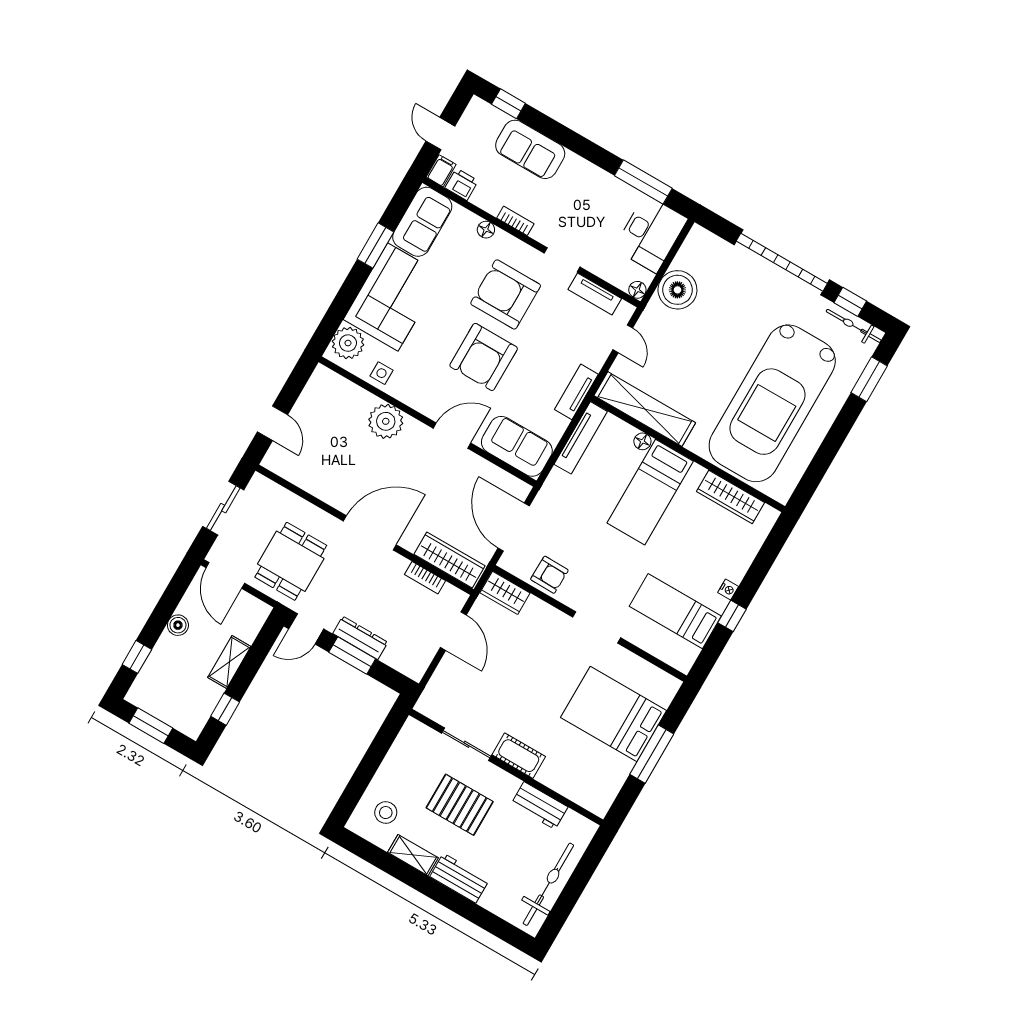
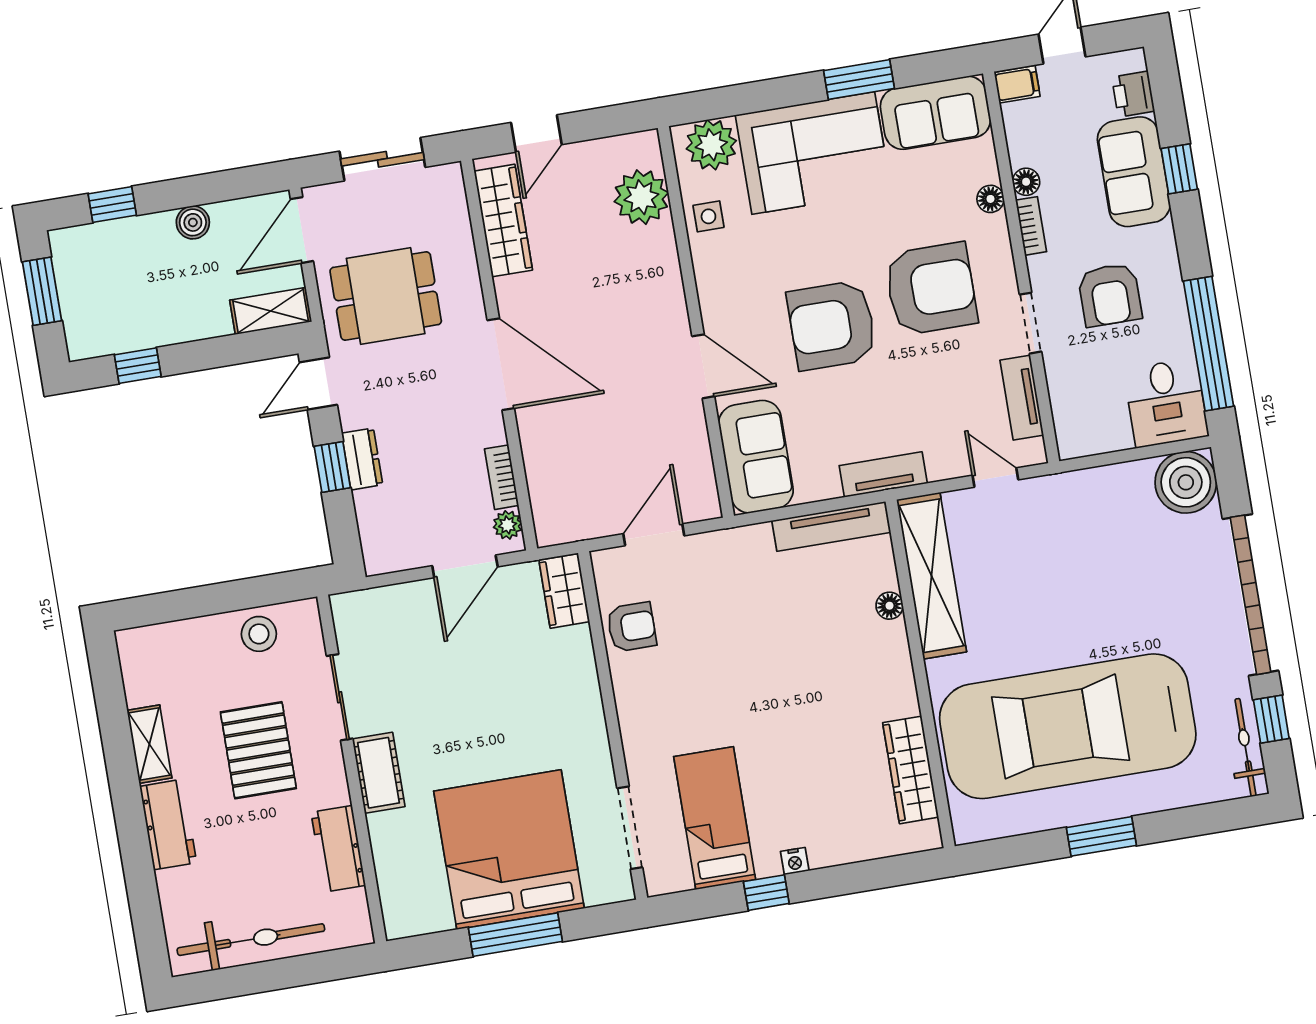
window: (508, 104) -> (1179, 169), moved
window: (643, 182) -> (1208, 344), width x1.46
printer: (462, 184) -> (1133, 94), moved, turned 180
armchair: (580, 210) -> (1110, 295), added
desk: (651, 234) -> (1166, 403), width x0.73
floor lamp: (637, 290) -> (1026, 182), moved
boiler: (677, 290) -> (1186, 482), moved
armchair: (506, 294) -> (931, 289), turned 90
door: (623, 339) -> (995, 477), swing flipped
window: (869, 379) -> (1101, 836), moved
plant: (386, 421) -> (641, 197), moved
bed: (650, 492) -> (835, 667), removed
door: (514, 527) -> (654, 535), width x0.73
wardrobe: (450, 560) -> (503, 221), moved
armchair: (549, 575) -> (632, 627), turned -91
plant: (450, 594) -> (508, 525), added
doorway: (597, 627) -> (630, 828), moved
door: (306, 629) -> (318, 383), hinge flipped
dresser: (360, 638) -> (362, 459), width x0.70
window: (352, 656) -> (332, 467), width x0.67
shelving: (229, 662) -> (271, 311), moved
bed: (614, 714) -> (509, 850), width x1.36
stool: (386, 813) -> (259, 634), moved

